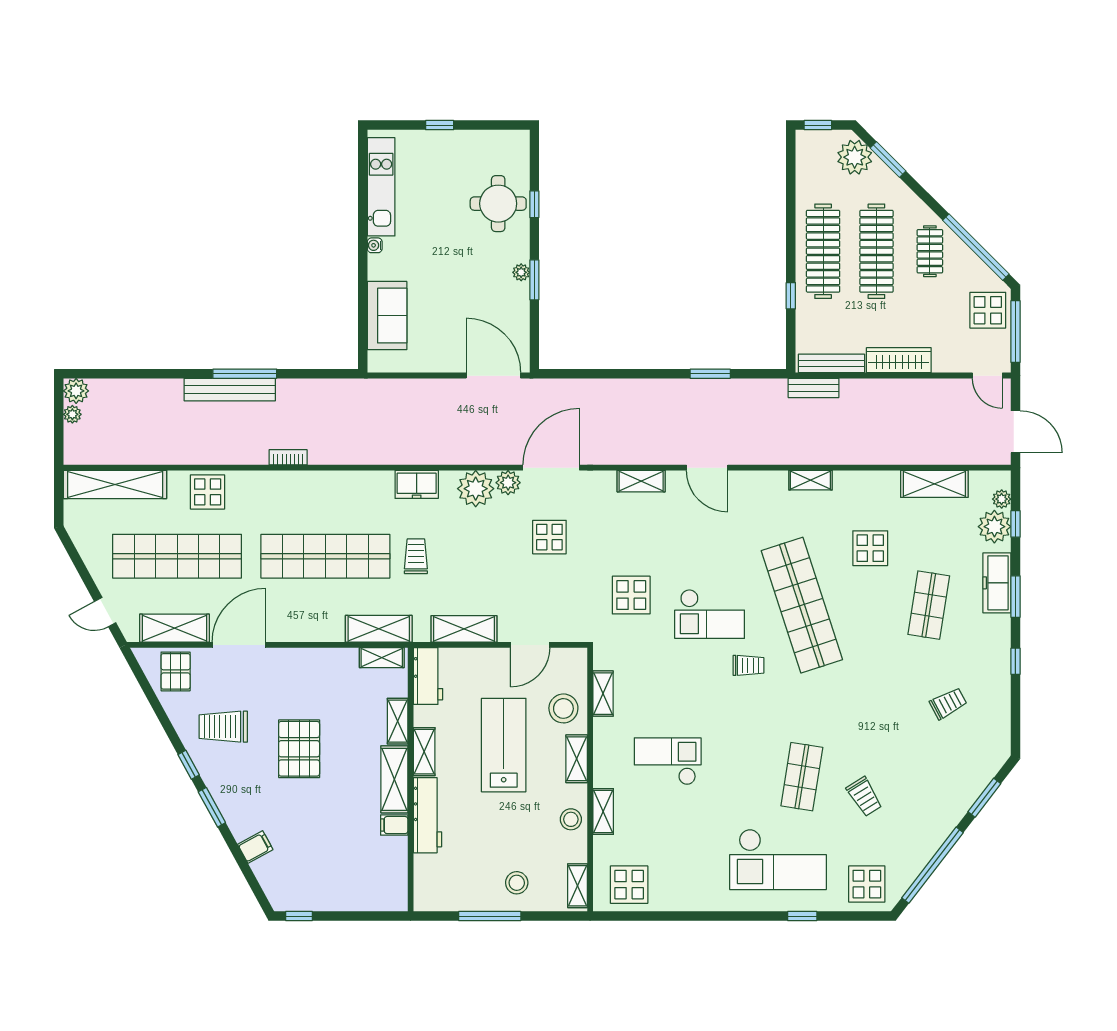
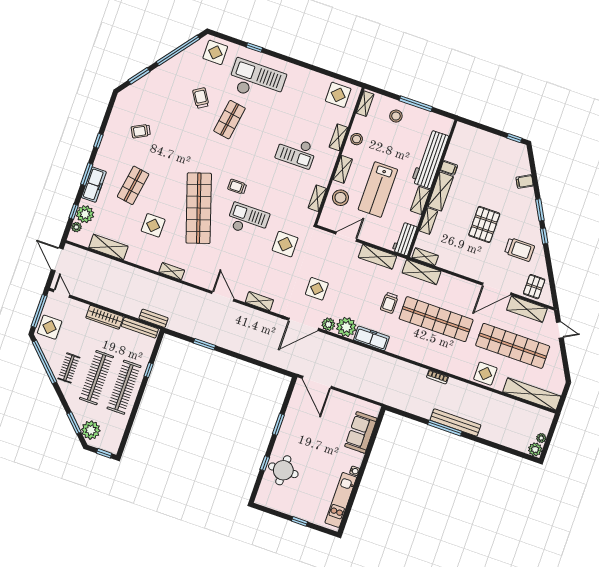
plant: (521, 272) -> (284, 431), removed
freezer: (417, 484) -> (371, 338), width x1.40
workbench: (427, 815) -> (430, 159), width x1.36, depth x1.32

